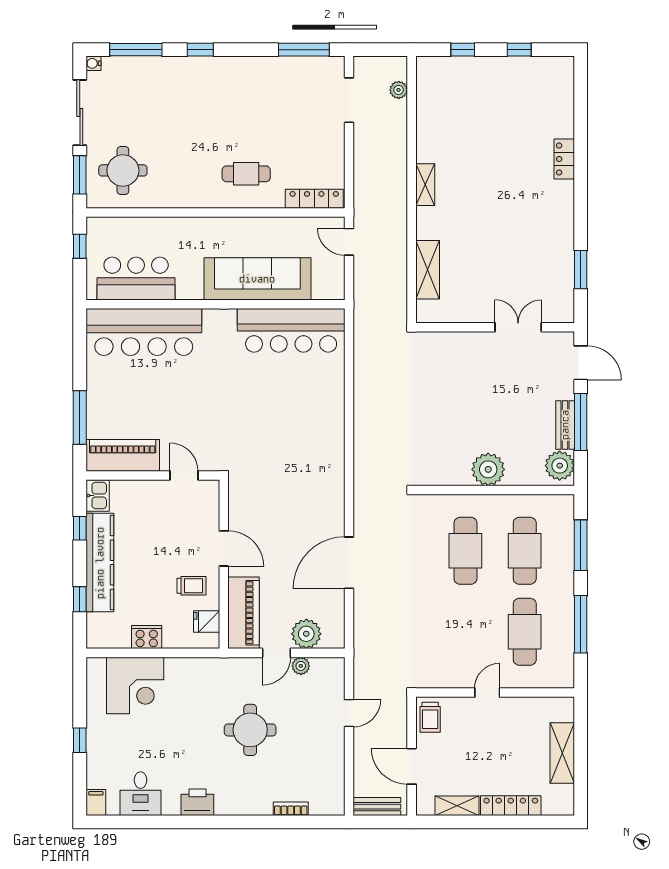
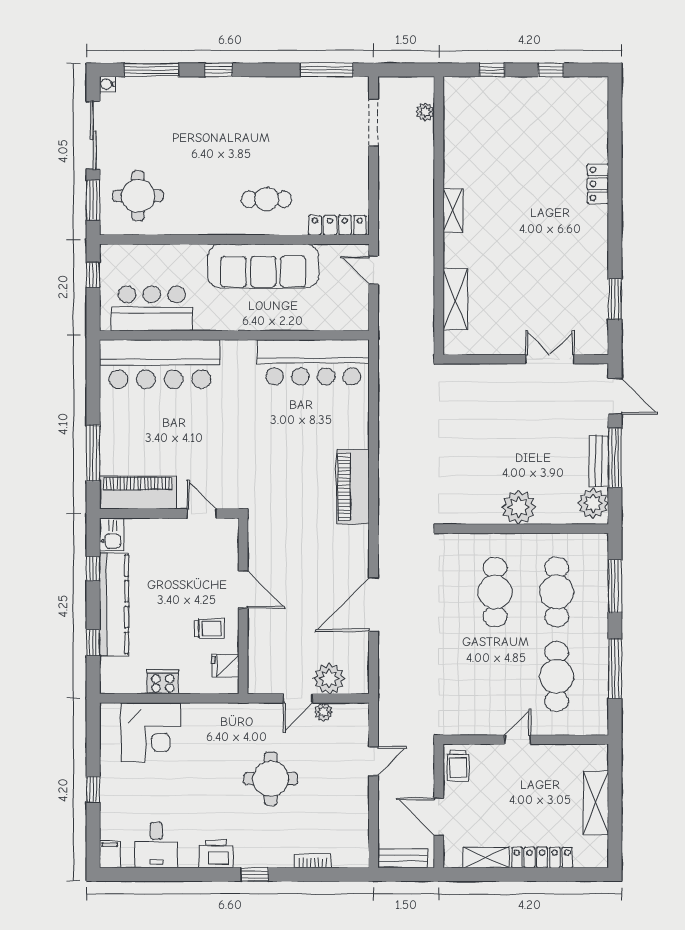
sofa: (257, 279) -> (263, 266), moved, turned 180
piano: (244, 613) -> (353, 487), moved, turned 180
window: (235, 822) -> (255, 874), added

